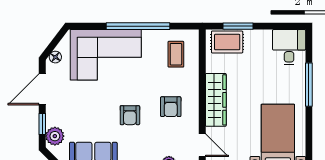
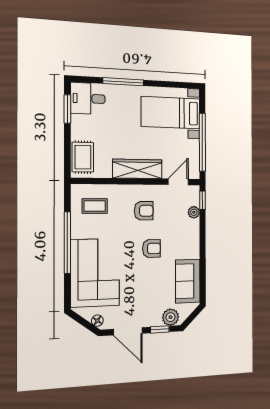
window: (238, 26) -> (67, 109), moved

